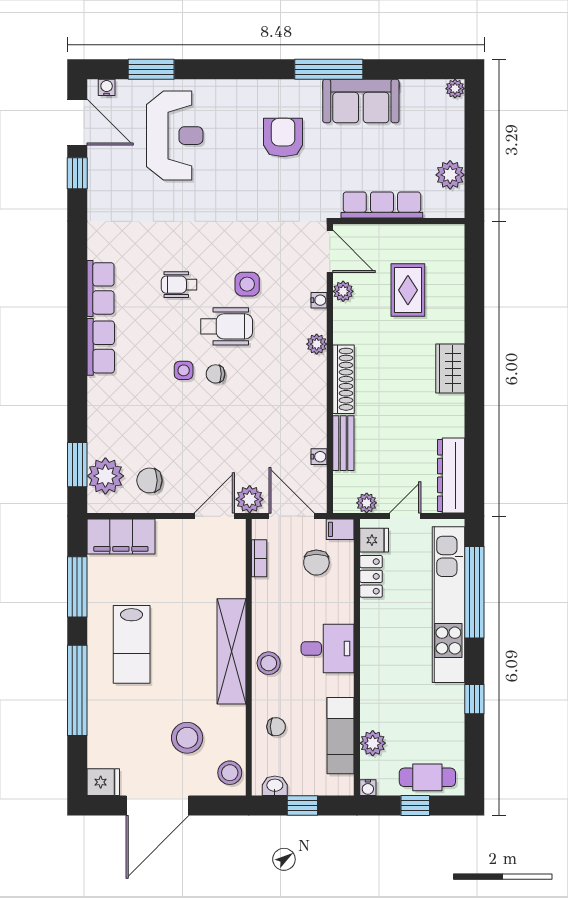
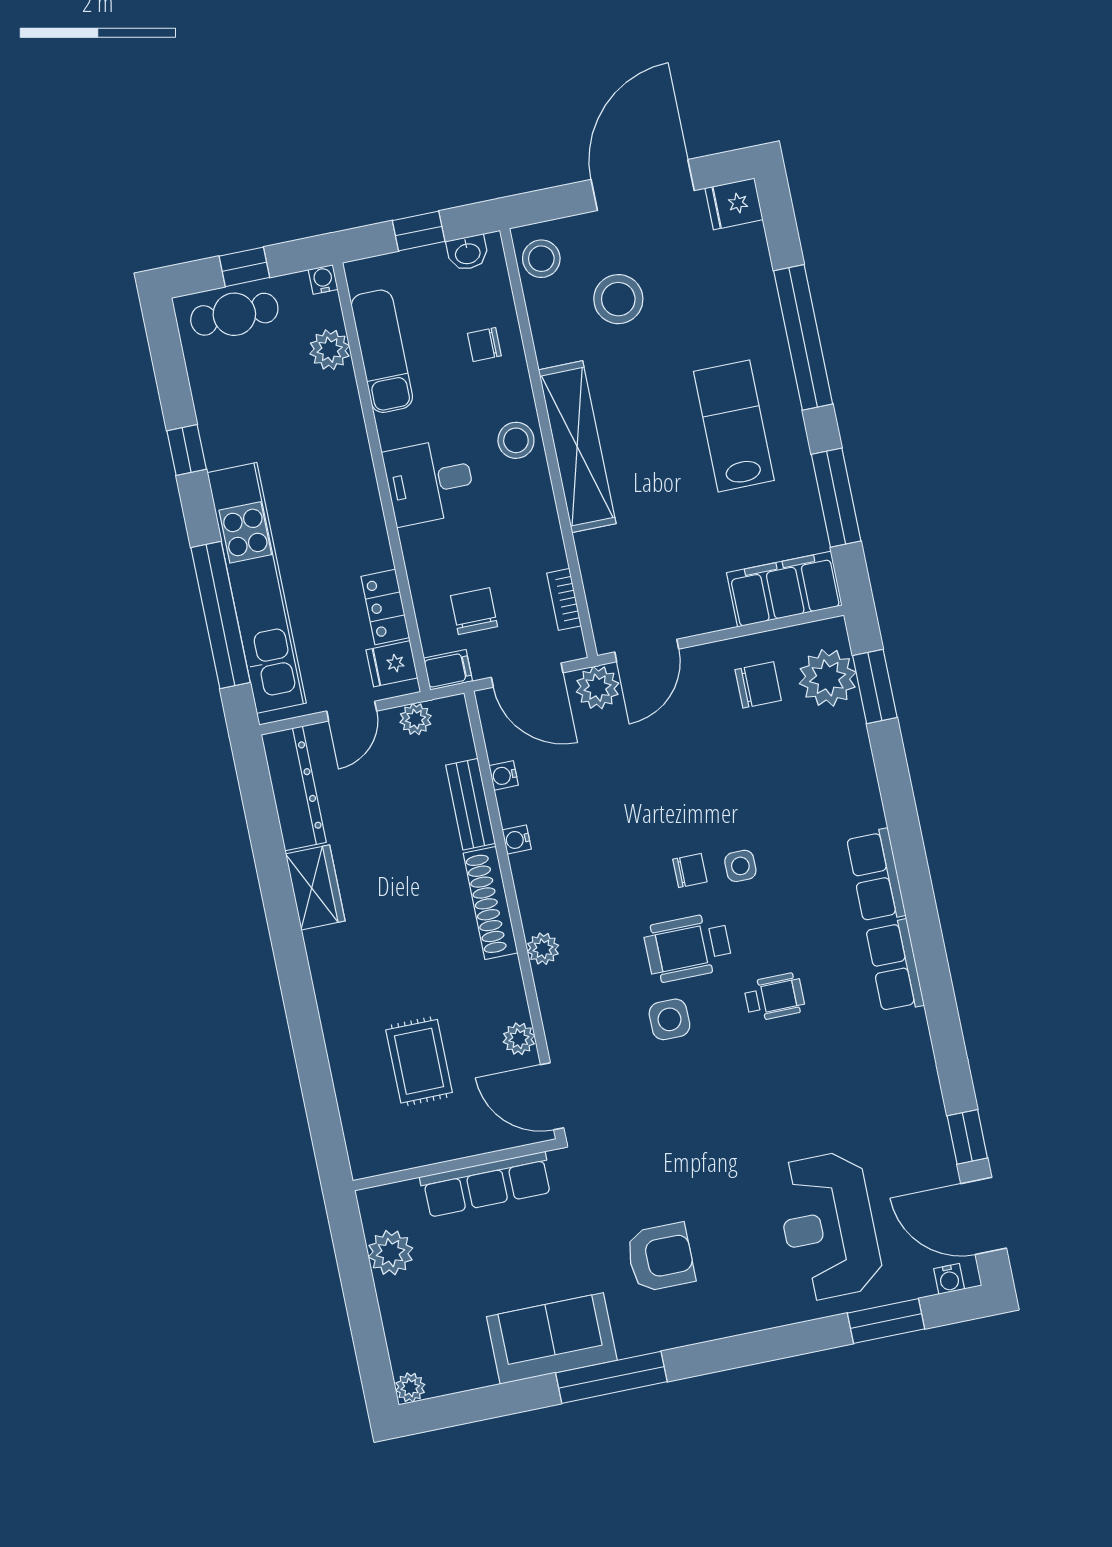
armchair: (283, 138) -> (660, 1257), turned -90
water cooler: (319, 300) -> (517, 840), moved
wardrobe: (450, 369) -> (315, 887), moved

